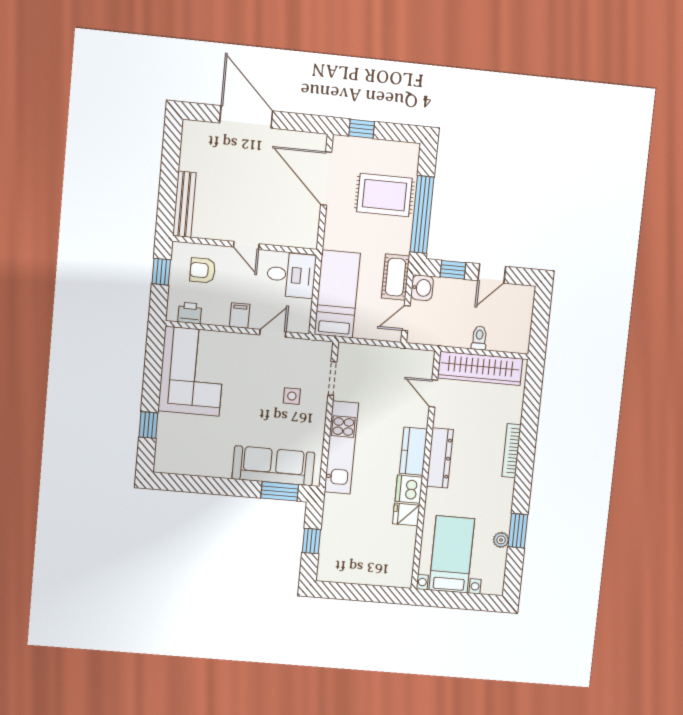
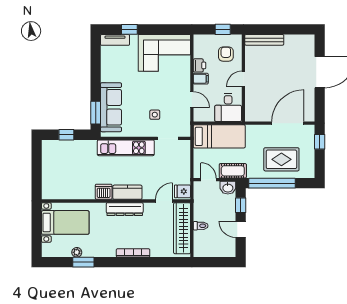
rug: (384, 195) -> (281, 159), turned 90
printer: (190, 313) -> (199, 65), moved
tv unit: (164, 450) -> (115, 40), added
fridge: (406, 514) -> (183, 191), moved, turned -90

